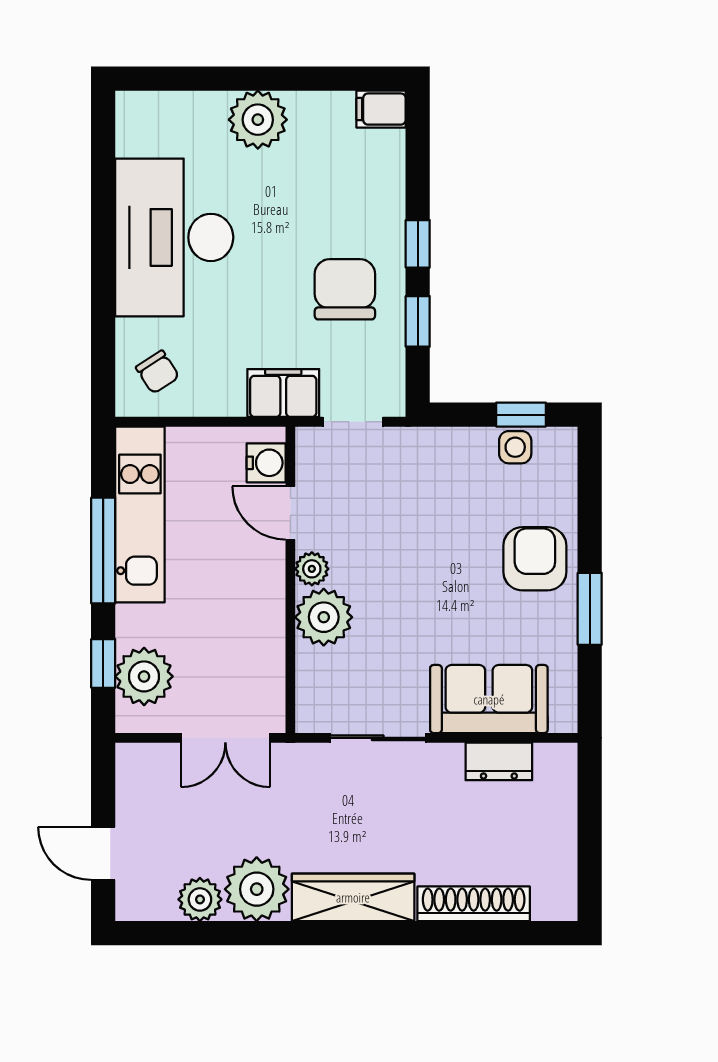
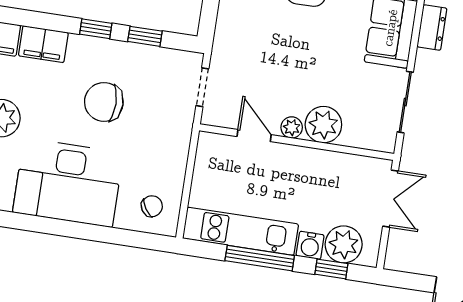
chair: (345, 289) -> (104, 102), moved
filing cabinet: (283, 393) -> (43, 44), moved, turned -90
water cooler: (266, 463) -> (310, 245), moved, turned 180
door: (290, 513) -> (254, 136), swing flipped

